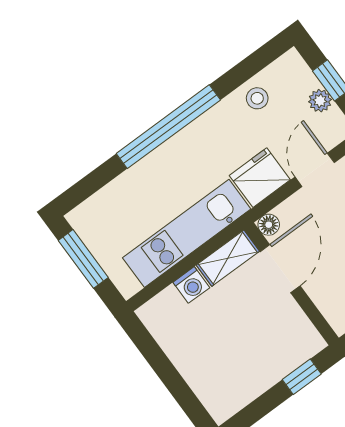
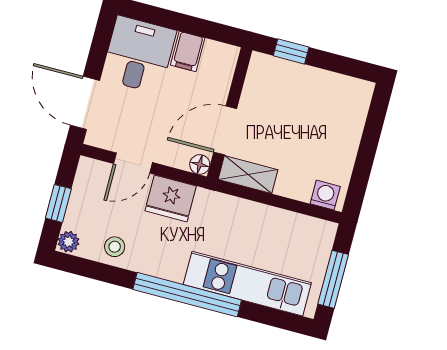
plant: (320, 101) -> (68, 242), moved
kitchen unit: (187, 233) -> (247, 284), moved, turned 180
washing machine: (191, 285) -> (325, 195), moved

